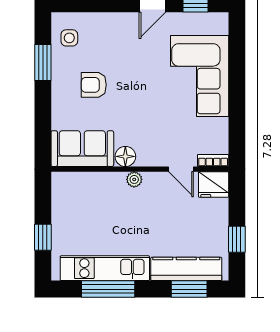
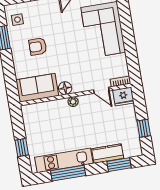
kitchen counter: (186, 269) -> (108, 154), width x0.67

